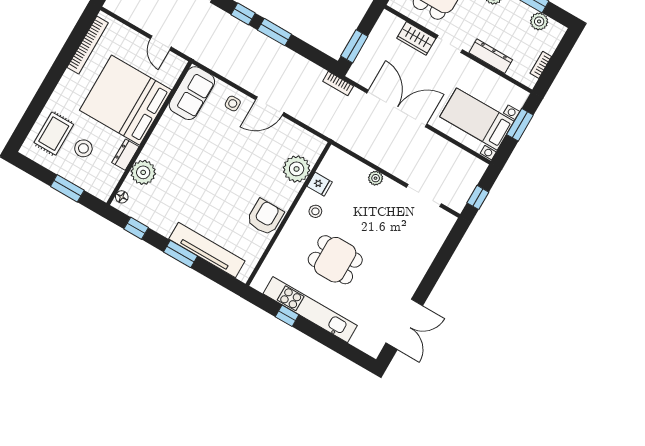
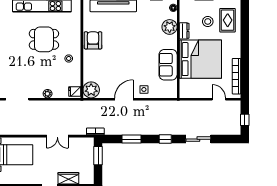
window: (275, 32) -> (132, 139), moved
door: (161, 43) -> (219, 99), moved
sofa: (192, 93) -> (168, 65), moved
double door: (397, 109) -> (57, 136), width x0.54
plant: (297, 169) -> (91, 90), moved
fridge: (320, 184) -> (75, 92), moved
armchair: (265, 217) -> (93, 40), turned 180

